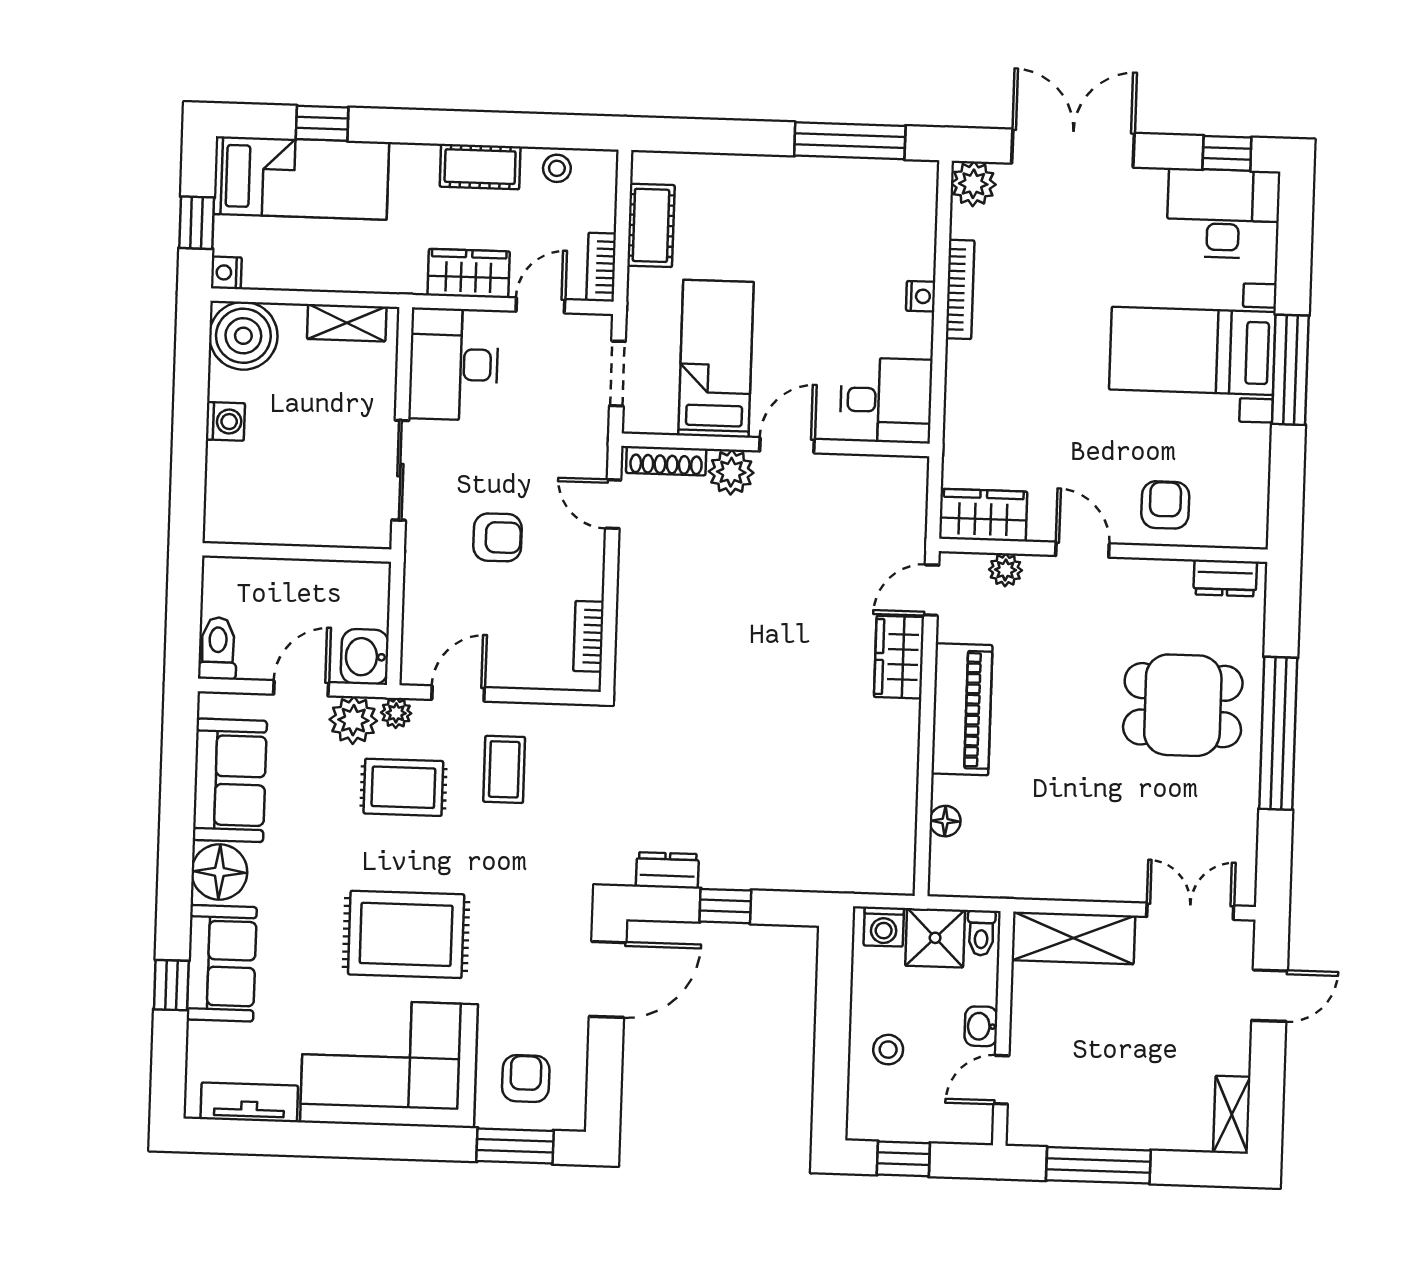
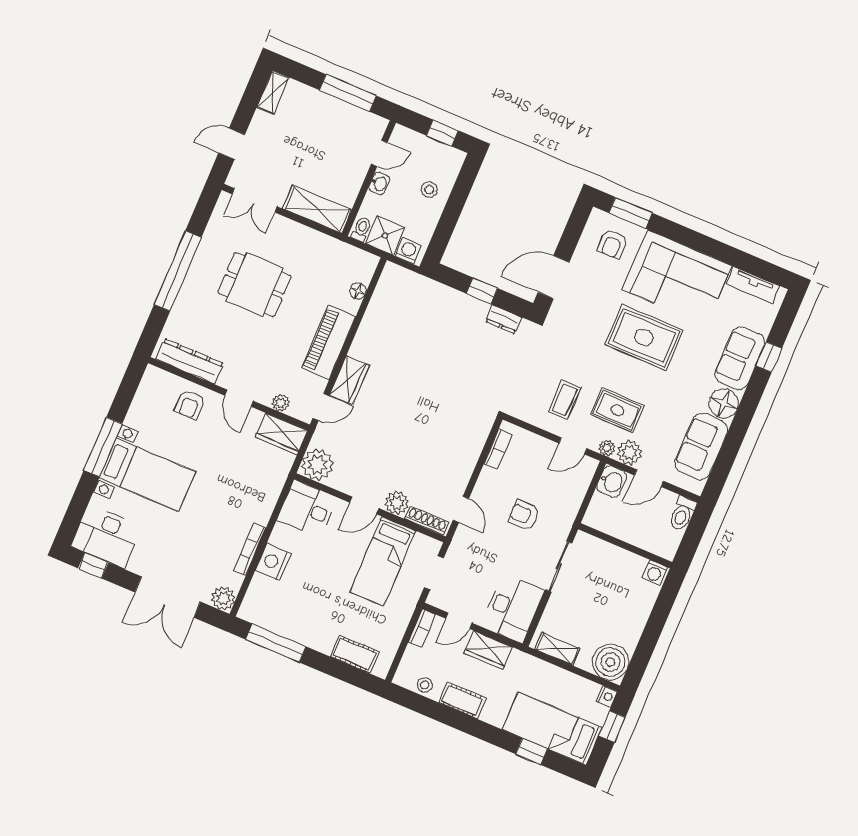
cot: (651, 225) -> (355, 654), moved, turned 90
nightstand: (921, 296) -> (273, 562), width x1.89, depth x1.79
washing machine: (225, 421) -> (655, 572), moved, turned -90
plant: (898, 485) -> (317, 465), added
dresser: (1225, 578) -> (190, 361), width x1.96, depth x1.24
dining table: (1183, 705) -> (255, 285), moved

